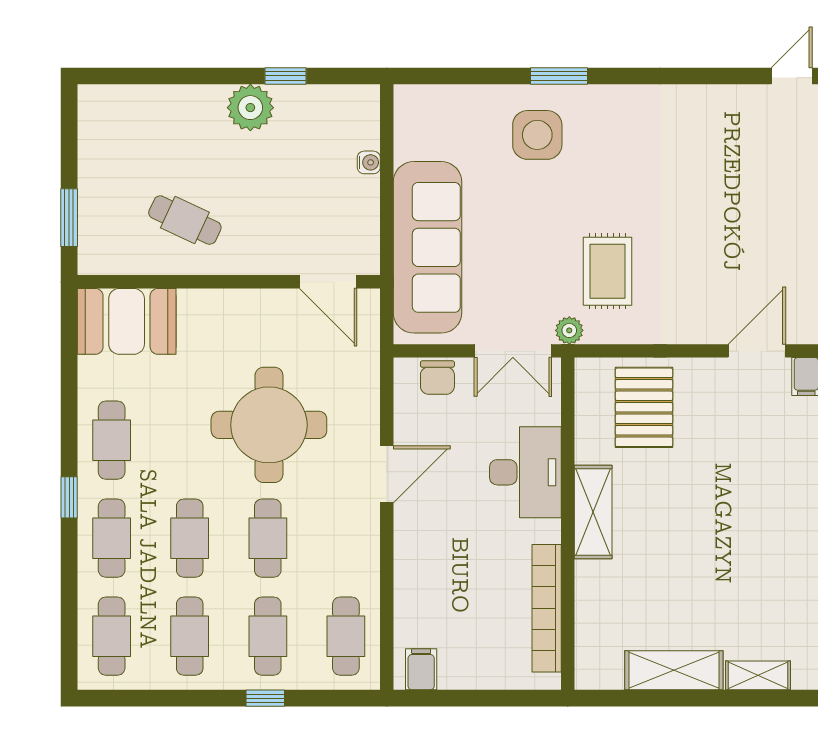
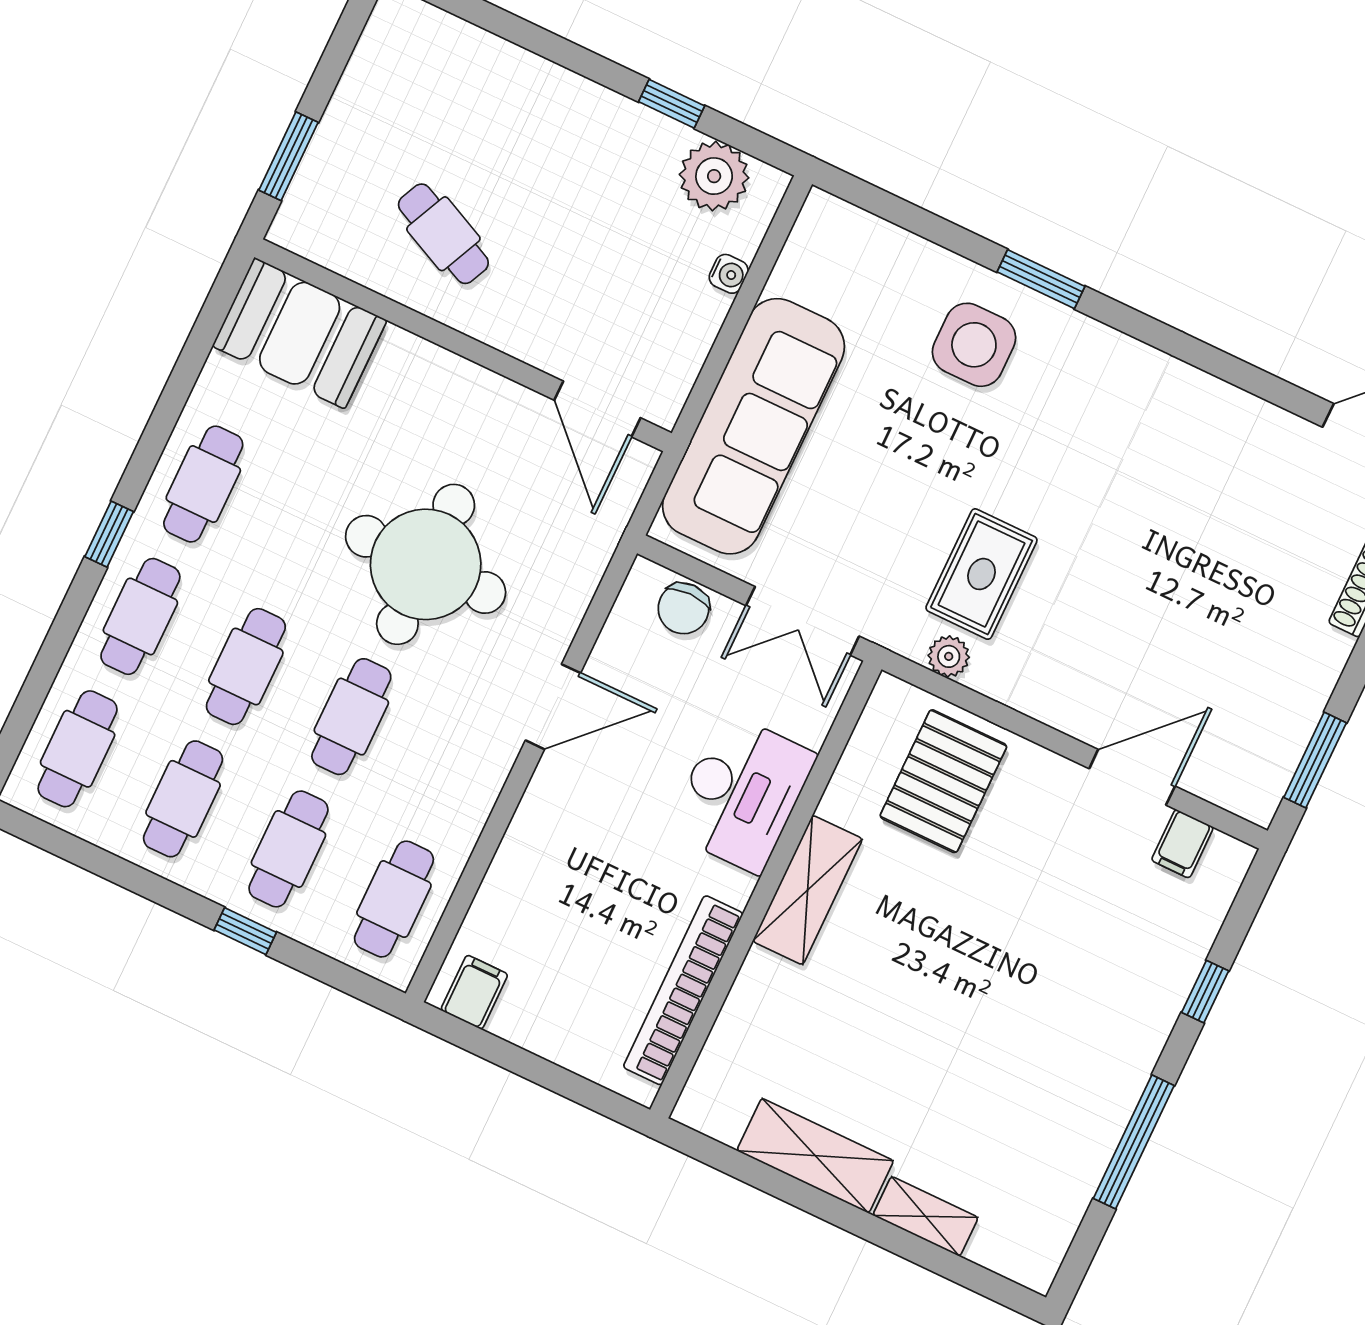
plant: (250, 108) -> (714, 176), moved
plant: (569, 330) -> (949, 656), moved

